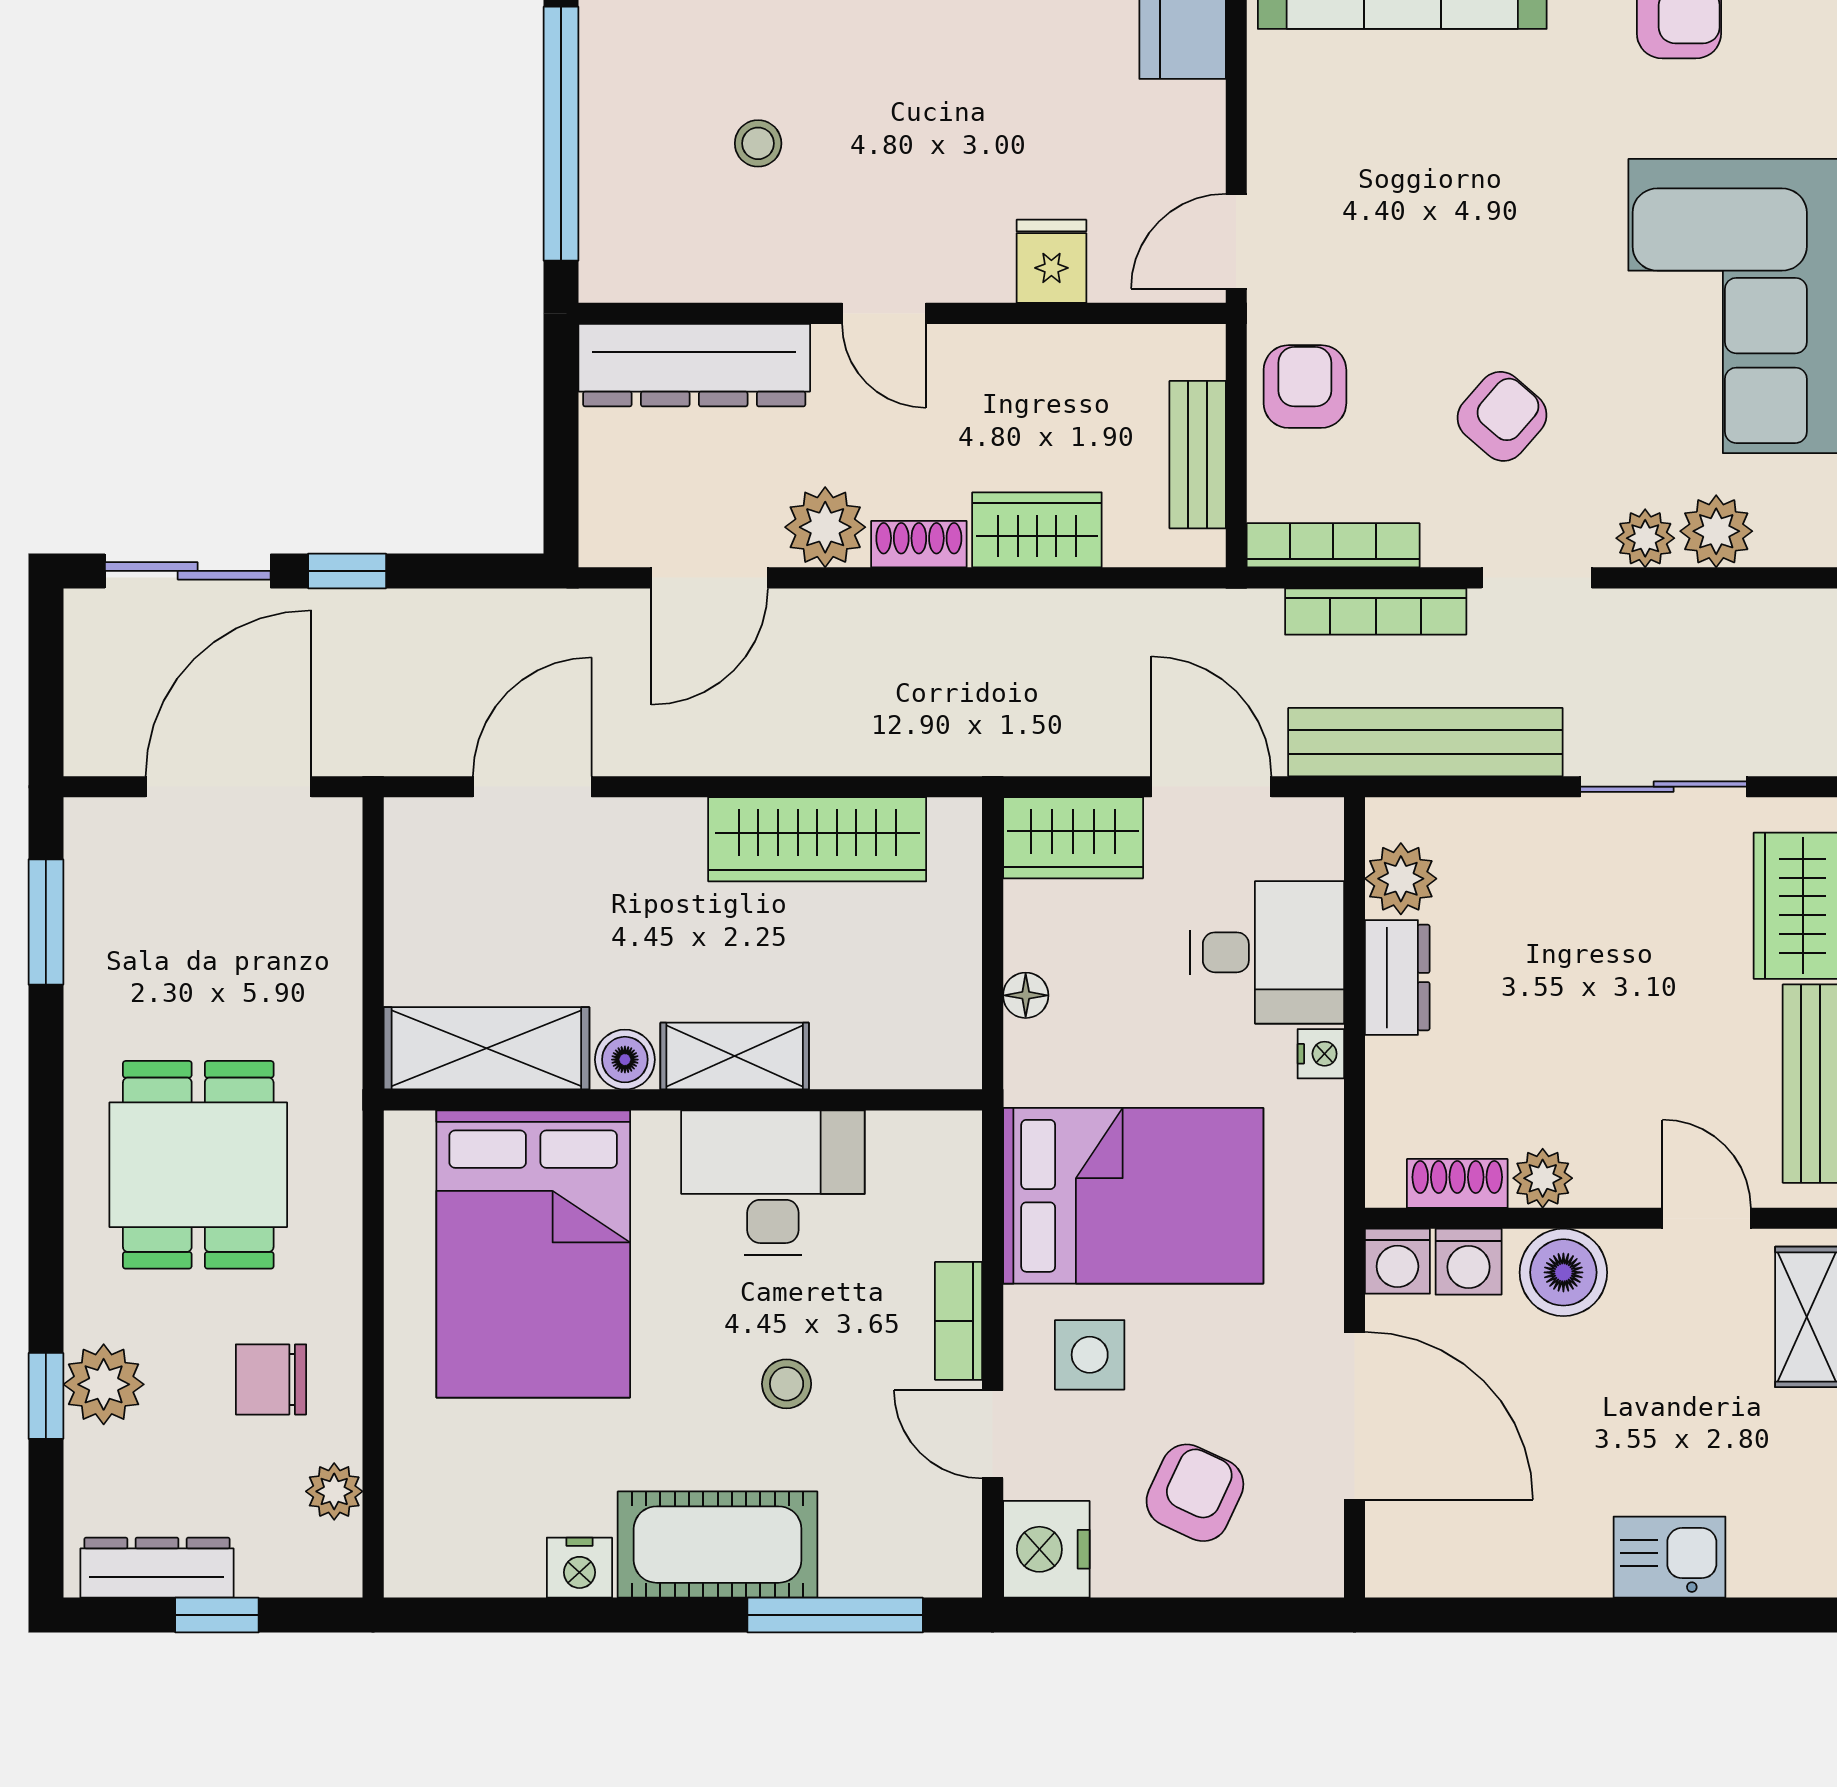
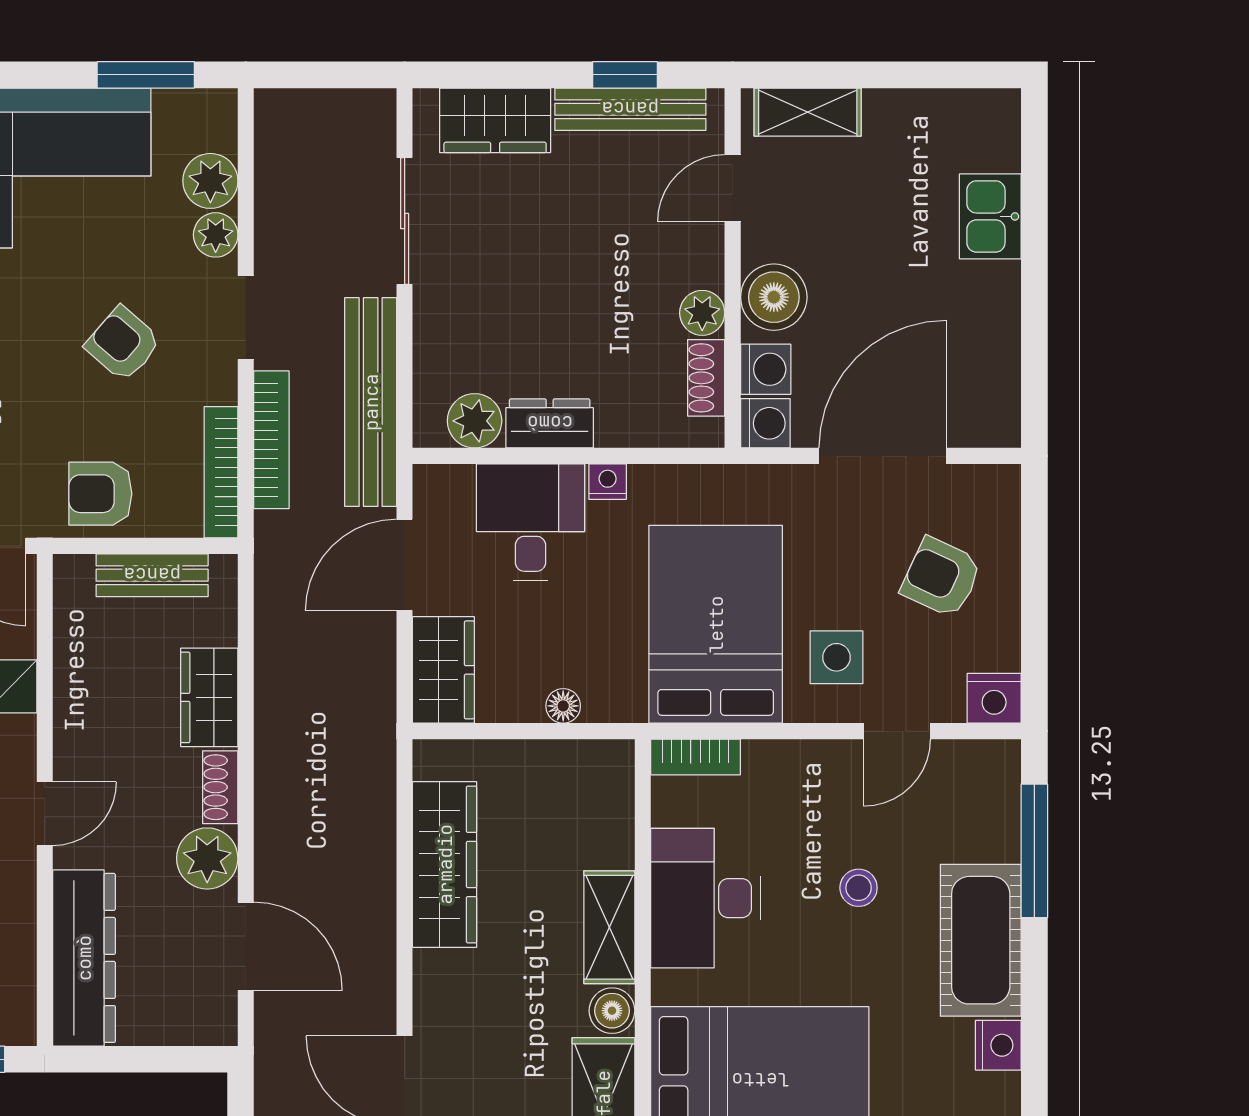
bookcase: (959, 1321) -> (695, 757), moved
nightstand: (1046, 1549) -> (994, 698), width x0.74, depth x0.75

